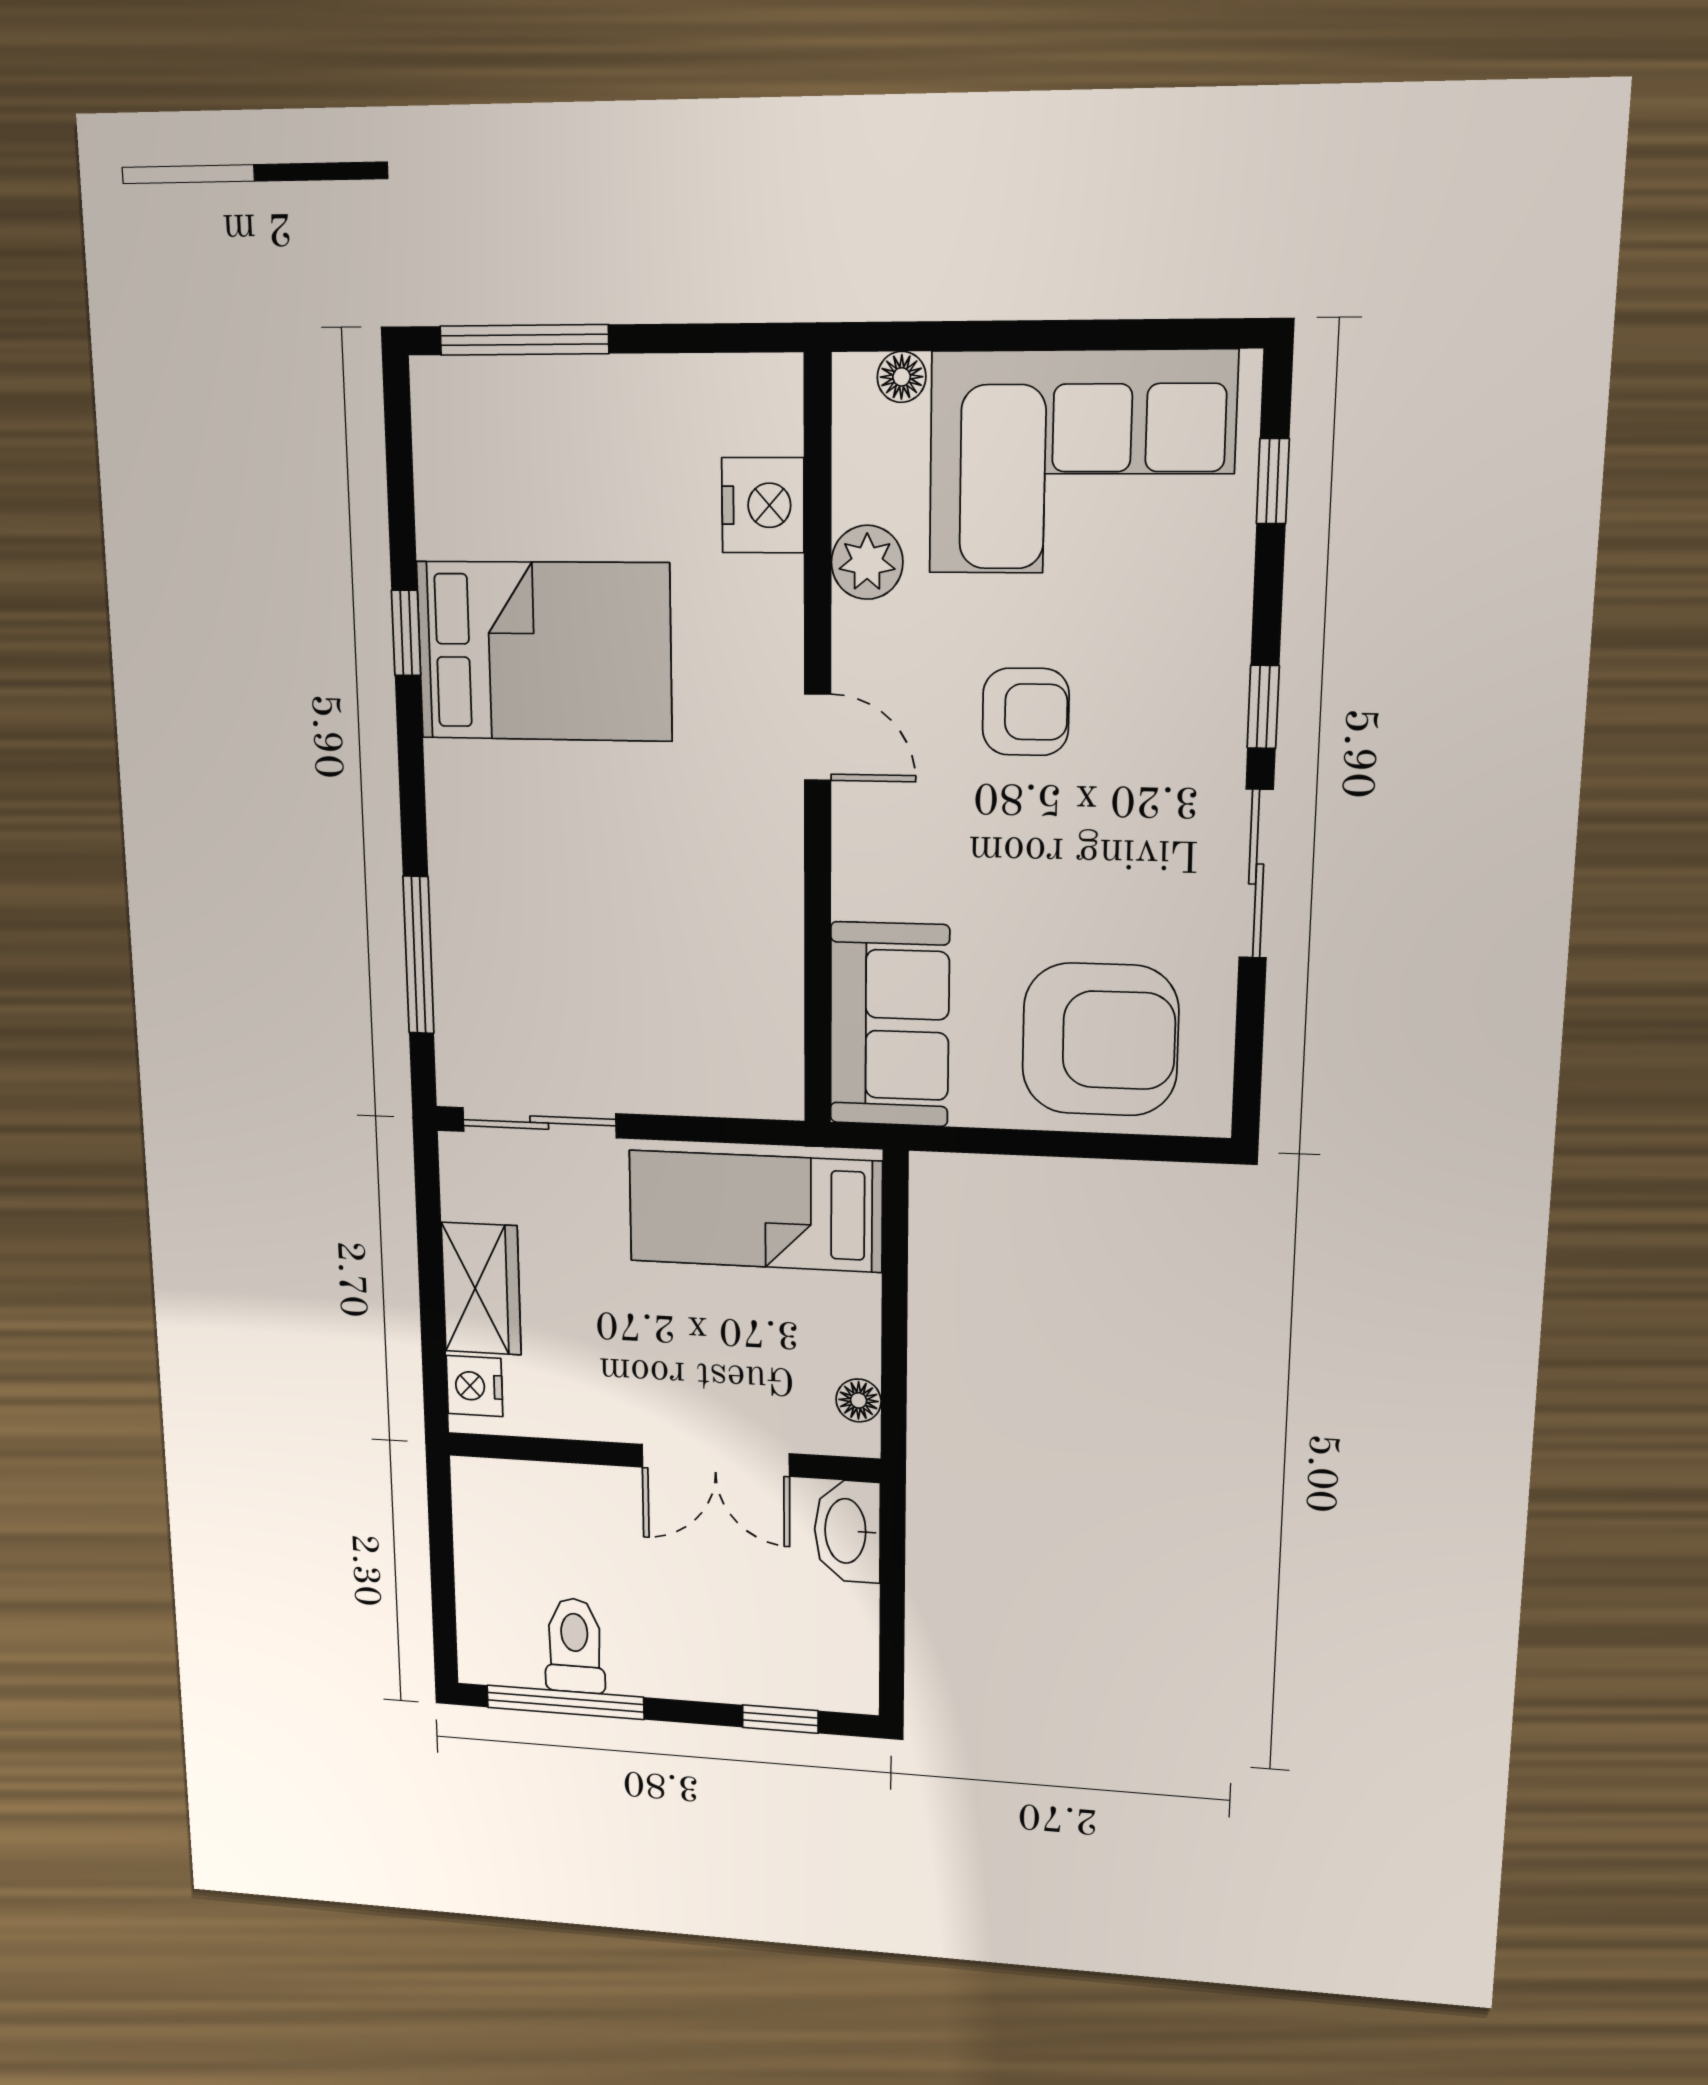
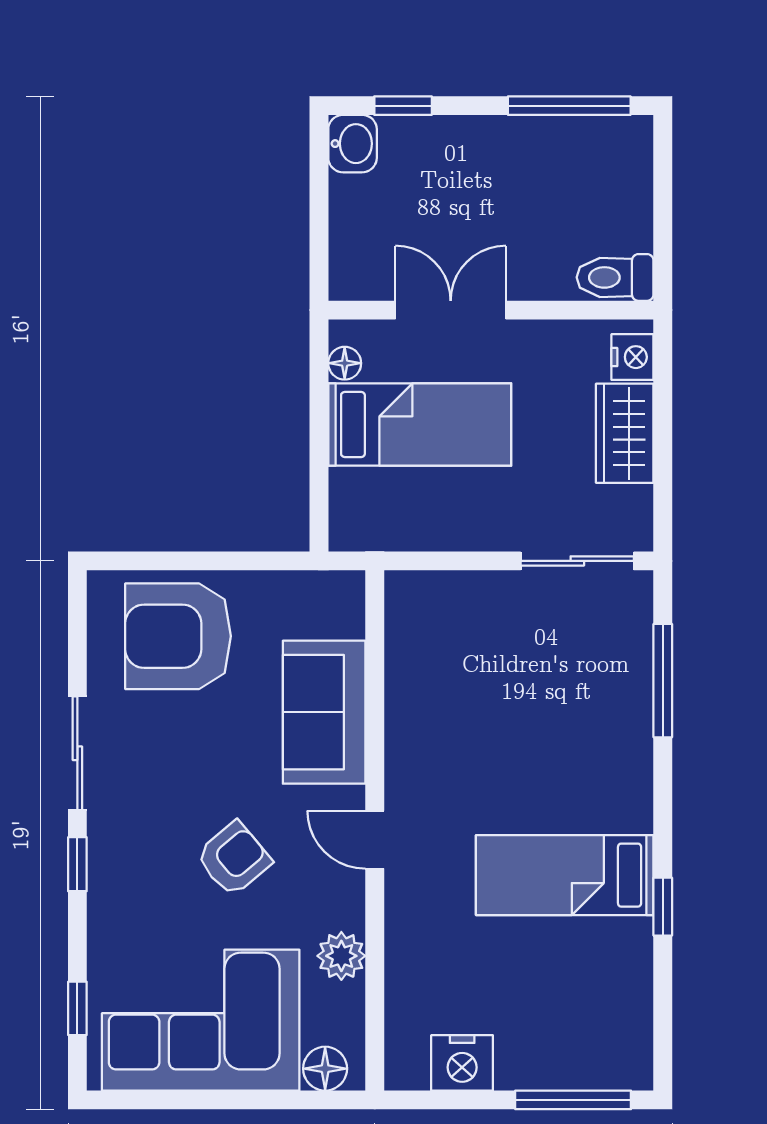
floor lamp: (902, 377) -> (325, 1069), width x1.37, depth x1.37
nightstand: (763, 505) -> (462, 1063), moved, turned -90
bed: (544, 651) -> (565, 875), width x0.67
armchair: (1026, 712) -> (234, 859), turned 140
sofa: (889, 1025) -> (324, 712), moved
bed: (755, 1211) -> (420, 424), moved
washbasin: (847, 1531) -> (353, 144), moved, width x0.72
toilet: (575, 1646) -> (615, 277), moved, turned 90

